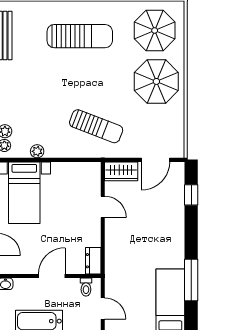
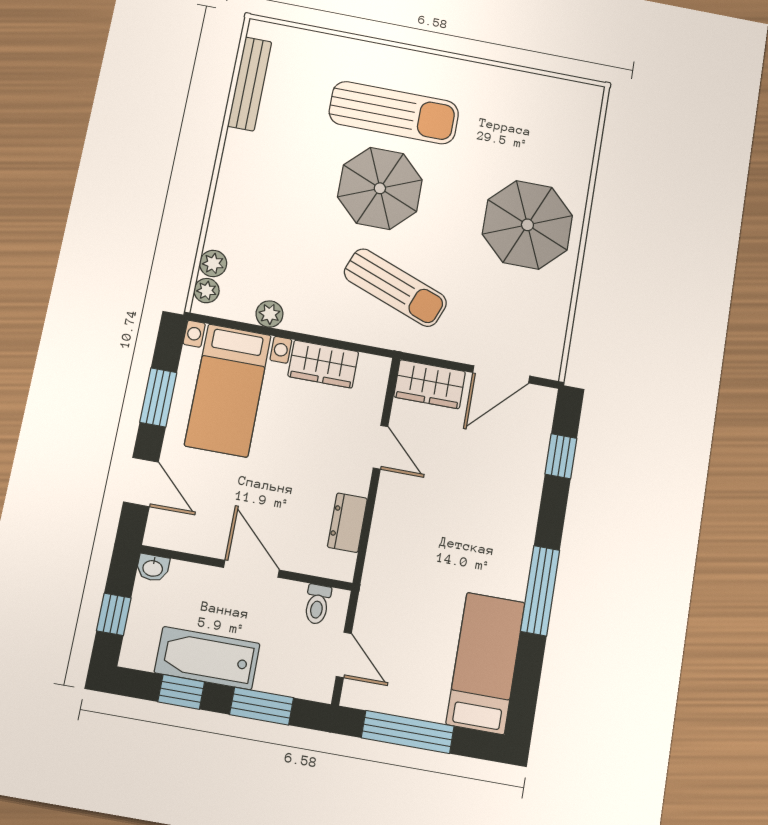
parasol: (155, 30) -> (380, 188), moved
wardrobe: (68, 171) -> (323, 364), added
dresser: (93, 261) -> (347, 523), moved
door: (52, 276) -> (251, 569), hinge flipped
window: (191, 280) -> (540, 591), moved

